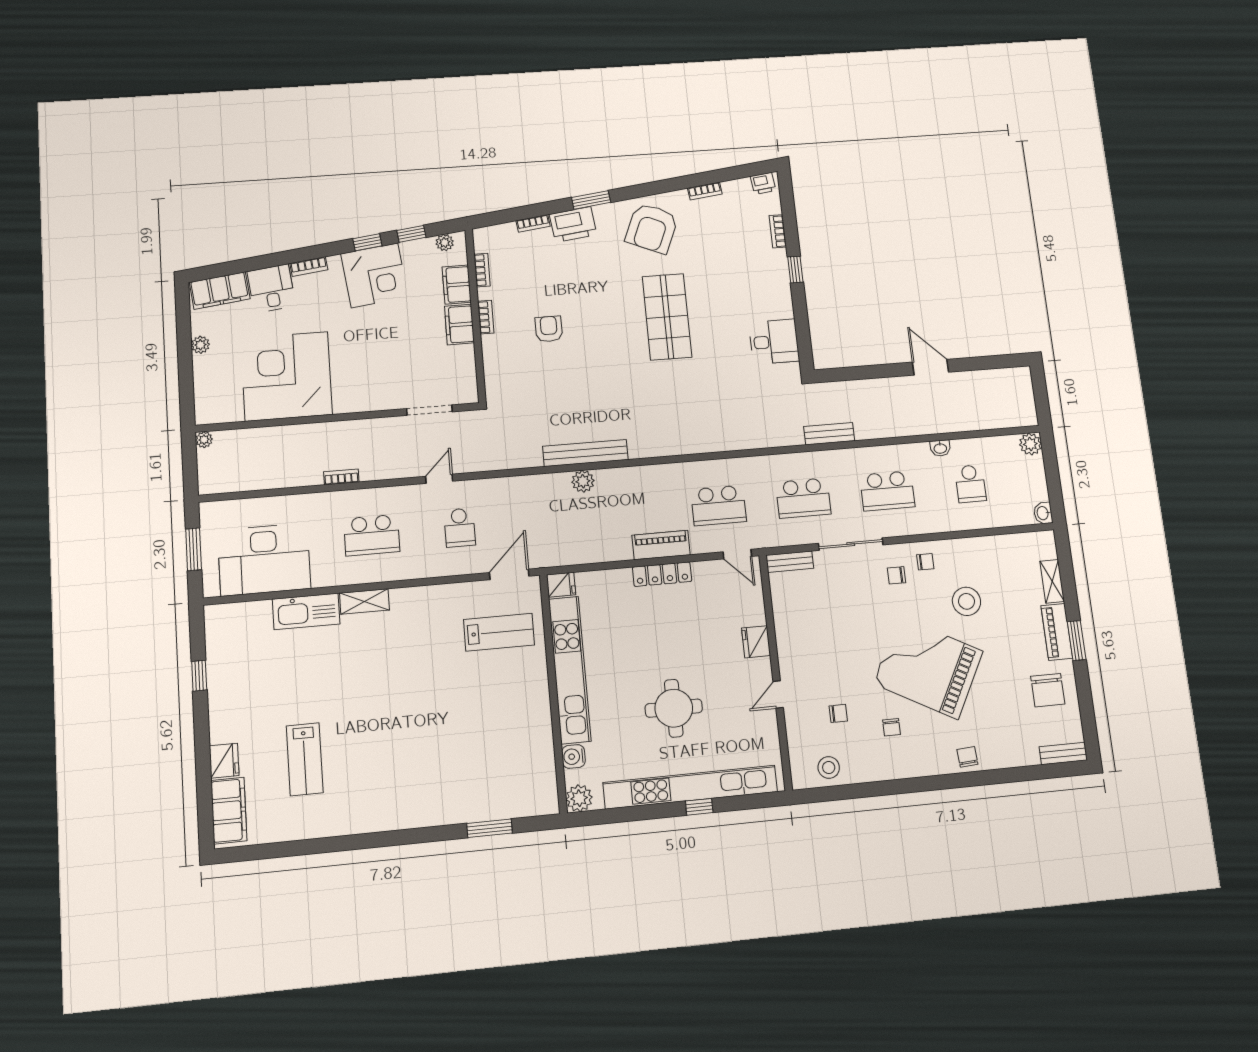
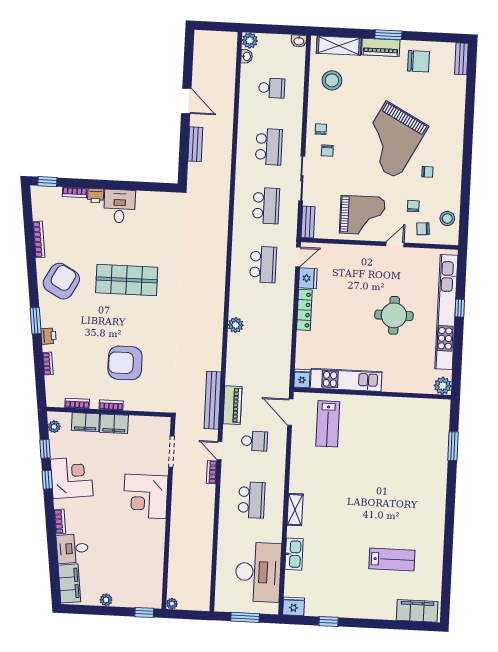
printer: (763, 183) -> (96, 196), moved, turned 97
bookcase: (705, 191) -> (39, 239), width x1.56
printer: (573, 224) -> (48, 336), width x0.53, depth x0.68
armchair: (652, 228) -> (61, 281), turned -84
window: (795, 270) -> (47, 182), moved
armchair: (549, 329) -> (125, 363), width x1.88, depth x1.88
desk: (774, 342) -> (119, 206), moved
door: (931, 367) -> (186, 101), swing flipped
corner desk: (287, 376) -> (145, 496), moved, width x0.74, depth x0.74
window: (187, 401) -> (144, 612), added
bench: (829, 434) -> (195, 144), moved
washbasin: (940, 448) -> (247, 56), moved
bench: (585, 453) -> (213, 400), moved
bookcase: (341, 477) -> (212, 472), moved
plant: (583, 481) -> (236, 325), moved
piano: (661, 545) -> (233, 405), moved, turned 180
shelving: (1052, 581) -> (339, 46), width x1.50, depth x1.33
stool: (967, 601) -> (332, 80), moved
kitchen sink: (306, 611) -> (294, 554), width x0.73, depth x0.81
lab bench: (499, 632) -> (328, 424), turned 180
grand piano: (813, 640) -> (362, 215), added
fridge: (756, 642) -> (308, 278), moved, turned -90
kitchen unit: (570, 670) -> (346, 380), width x0.73
door: (778, 694) -> (395, 244), swing flipped
water cooler: (573, 757) -> (416, 386), removed
chair: (967, 757) -> (423, 229), moved
fridge: (224, 761) -> (294, 606), moved

